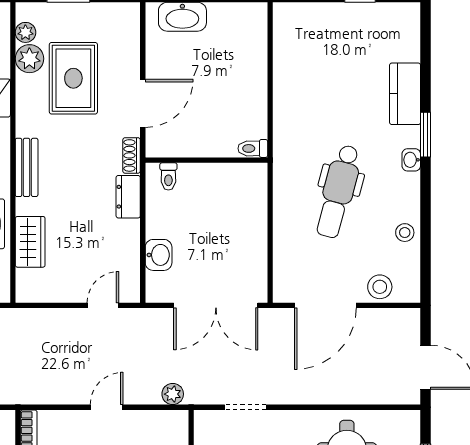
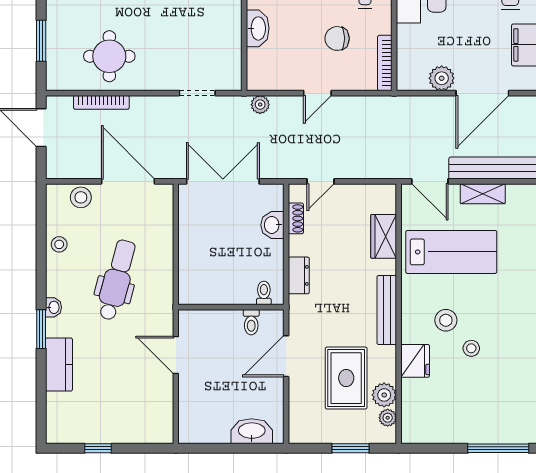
door: (270, 105) -> (176, 355), added
toilet: (253, 148) -> (251, 322), moved, turned 90
shoe rack: (132, 155) -> (296, 218), moved
bench: (27, 167) -> (387, 310), width x1.36
door: (325, 305) -> (128, 181), hinge flipped
bookcase: (356, 397) -> (101, 102), added

